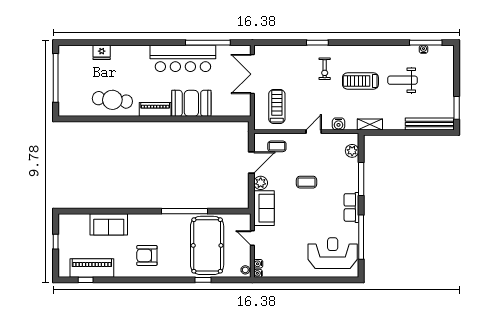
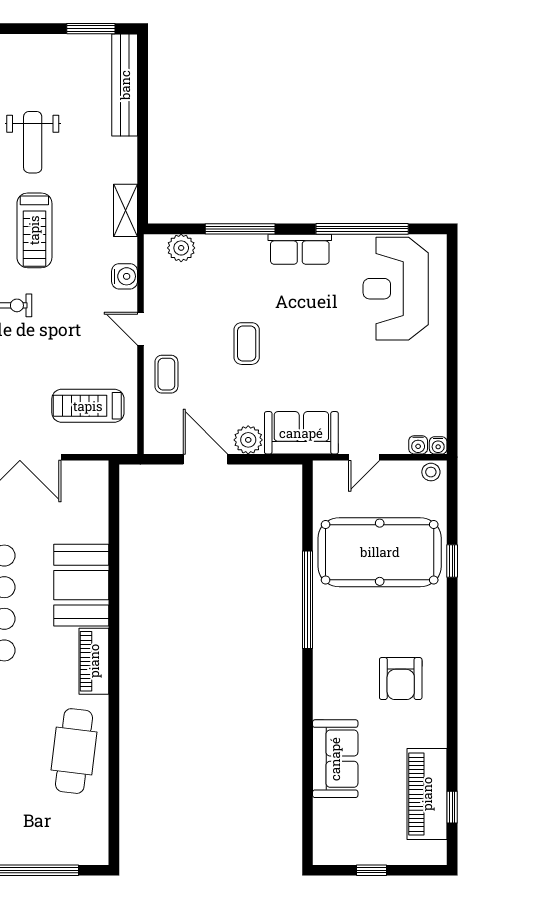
coffee table: (277, 146) -> (166, 374), moved

